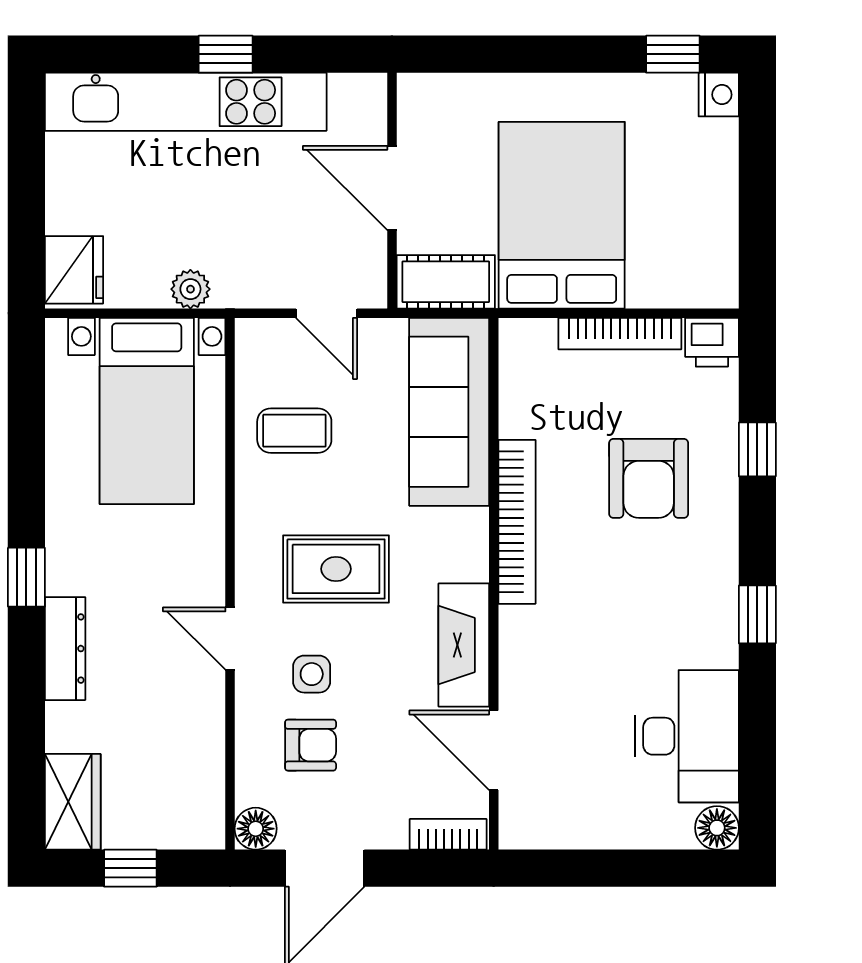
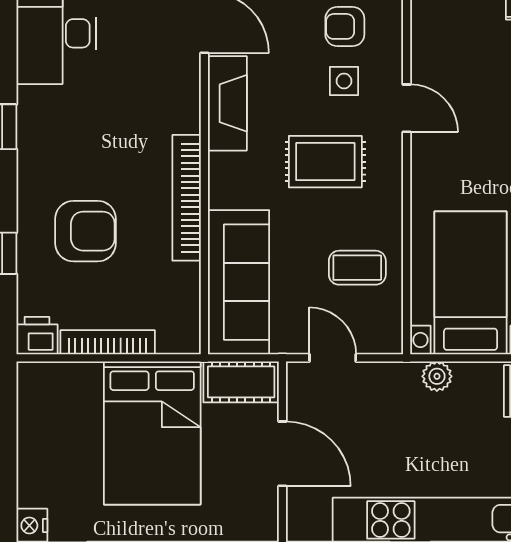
armchair: (649, 478) -> (86, 231), turned 90

